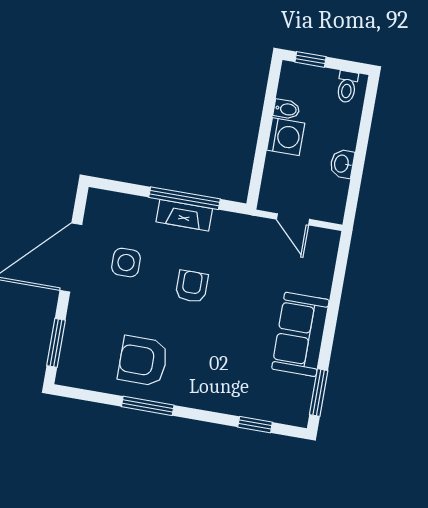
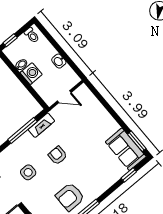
fireplace: (184, 215) -> (41, 125), moved
sofa: (300, 334) -> (126, 149), moved

